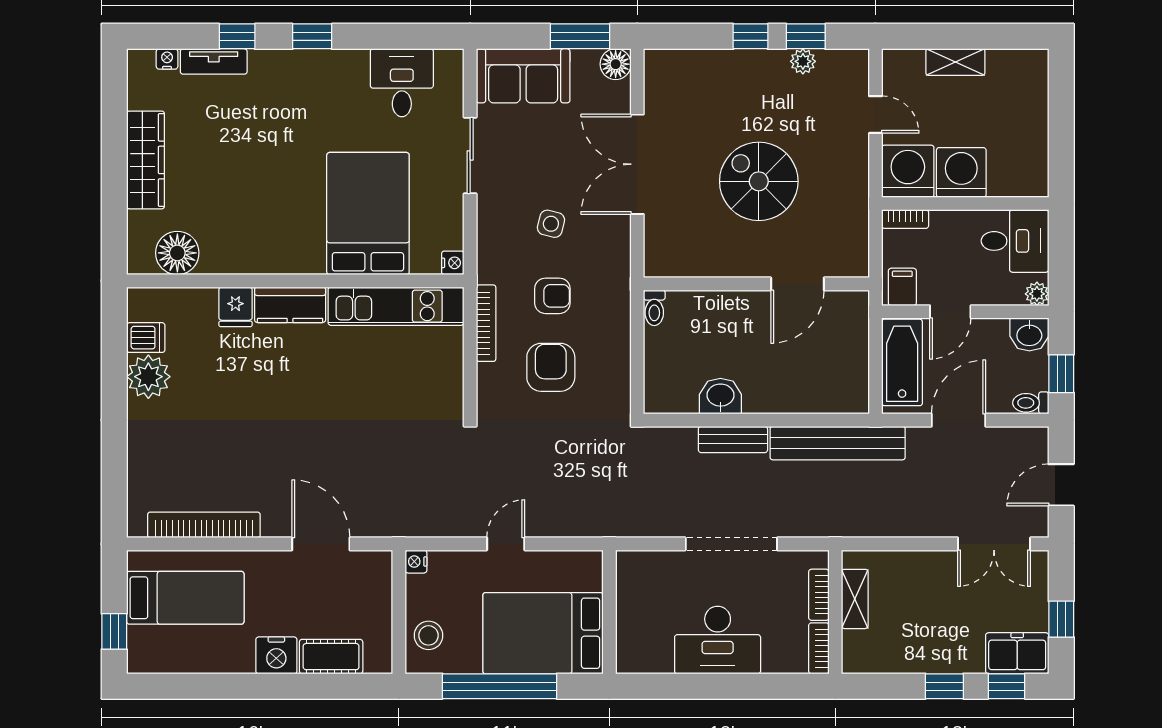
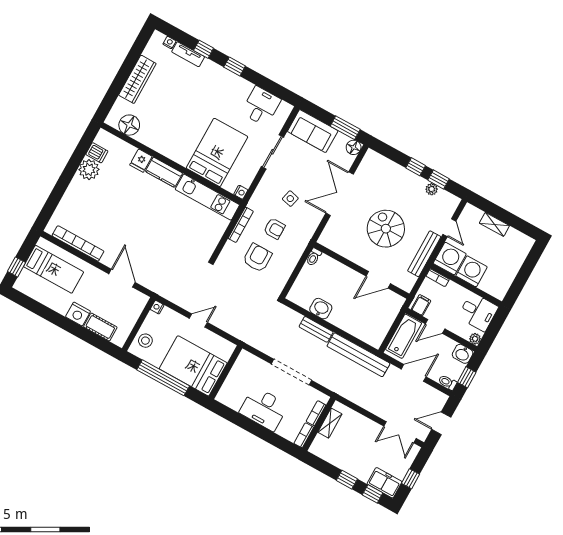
bench: (856, 189) -> (424, 254), added

